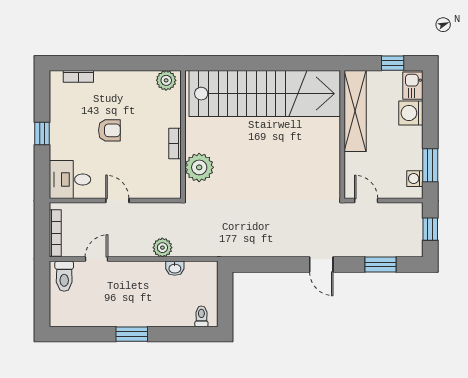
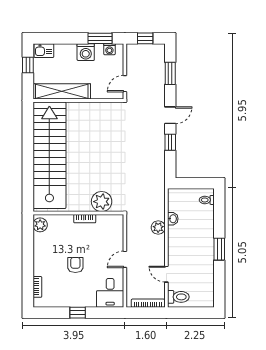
washing machine: (411, 113) -> (86, 52), moved
window: (283, 265) -> (170, 142), added

